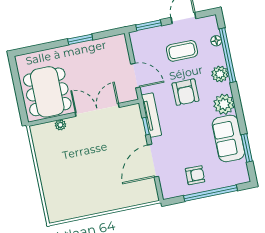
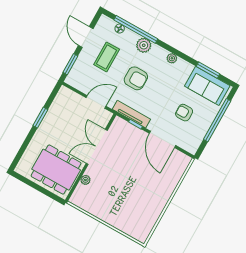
plant: (224, 104) -> (172, 58), width x0.53, depth x0.53
sofa: (228, 138) -> (207, 86), moved
armchair: (195, 175) -> (184, 113), moved, turned -91

